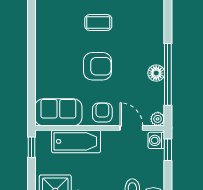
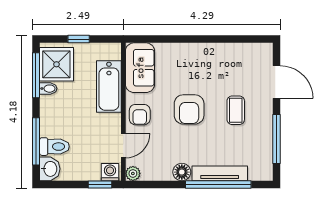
tv unit: (157, 38) -> (220, 173), added
window: (168, 74) -> (218, 184), moved
armchair: (102, 113) -> (140, 115), turned 90
window: (32, 147) -> (79, 39), moved

